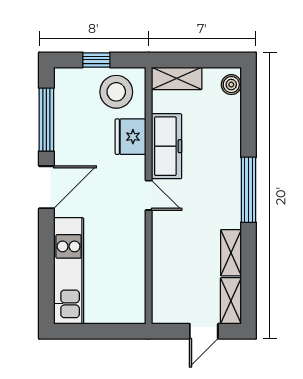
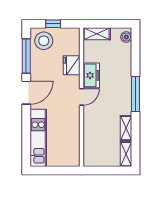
stool: (116, 92) -> (44, 41), moved
freezer: (167, 146) -> (91, 75), width x0.71
door: (149, 195) -> (81, 97), hinge flipped
door: (204, 331) -> (111, 171), removed

